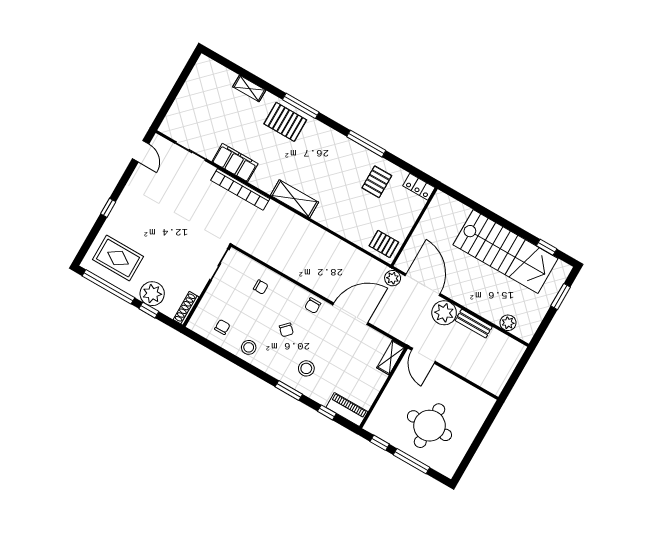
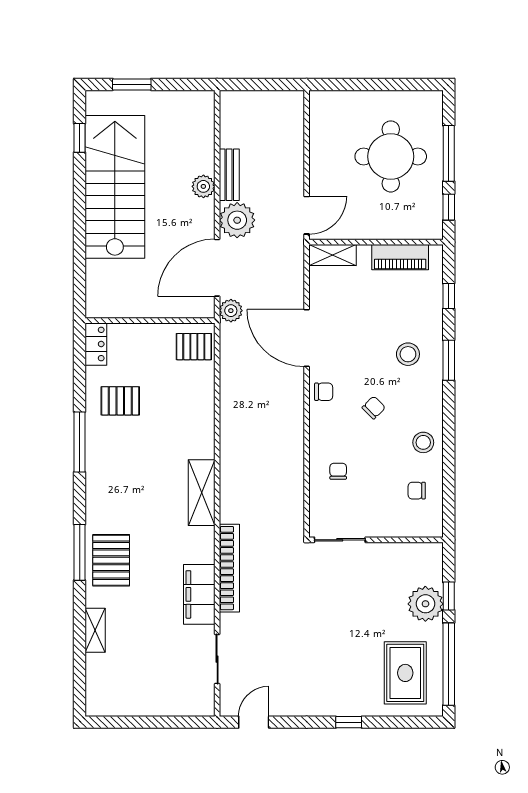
pallet: (384, 244) -> (194, 347), turned 90
shoe rack: (186, 308) -> (419, 550), removed
plant: (508, 323) -> (203, 186), moved
piano: (347, 410) -> (400, 257), moved, turned -90

